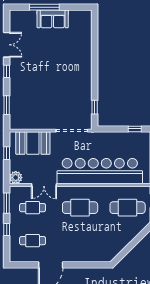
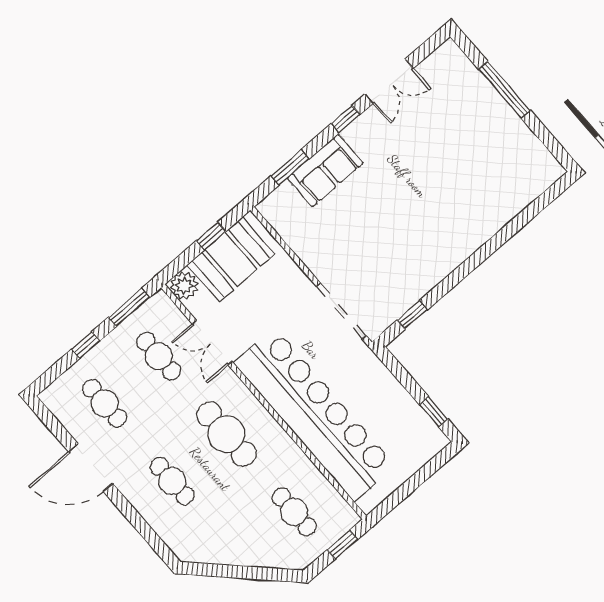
sofa: (53, 19) -> (325, 170), moved, turned -90
booth: (33, 143) -> (231, 259), moved, turned 90
cafe table: (128, 208) -> (294, 512), width x0.73, depth x0.74
cafe table: (80, 241) -> (172, 481), added

